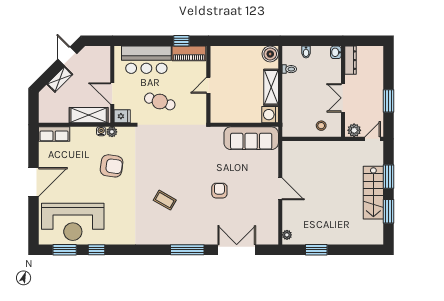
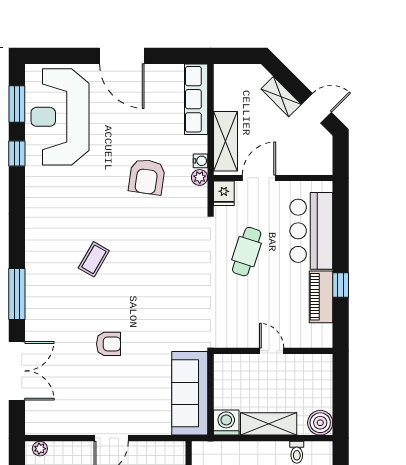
wall: (208, 84) -> (273, 351), moved
door: (208, 85) -> (272, 351), moved
row of seats: (54, 134) -> (196, 99), width x1.48

